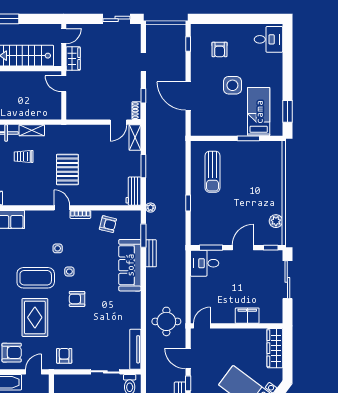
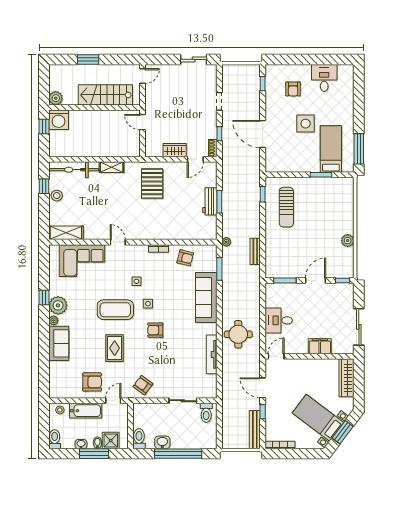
desk: (268, 39) -> (324, 78), moved, turned -90
wardrobe: (73, 59) -> (175, 150), moved, turned -90
window: (287, 111) -> (359, 149), width x1.44
shelving: (135, 138) -> (211, 174), removed
trolley: (24, 156) -> (104, 192), removed
pallet: (67, 169) -> (152, 184), moved
workbench: (133, 191) -> (210, 201), moved
window: (188, 203) -> (263, 194), moved
door: (62, 208) -> (118, 242), moved
plant: (276, 221) -> (348, 241), moved
bench: (151, 253) -> (255, 251), moved
desk: (205, 263) -> (279, 320), moved
sliding door: (287, 280) -> (359, 327), moved
rug: (35, 317) -> (115, 348), width x0.73, depth x0.70
round table: (166, 321) -> (238, 334), moved
tv unit: (135, 349) -> (212, 354), moved
armchair: (64, 356) -> (143, 385), turned -54

